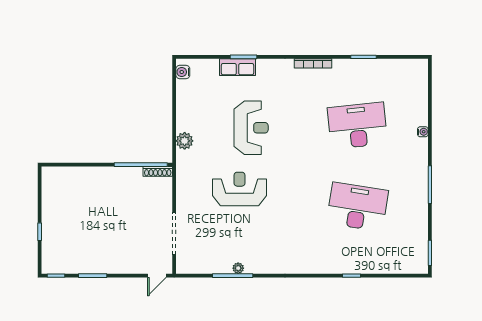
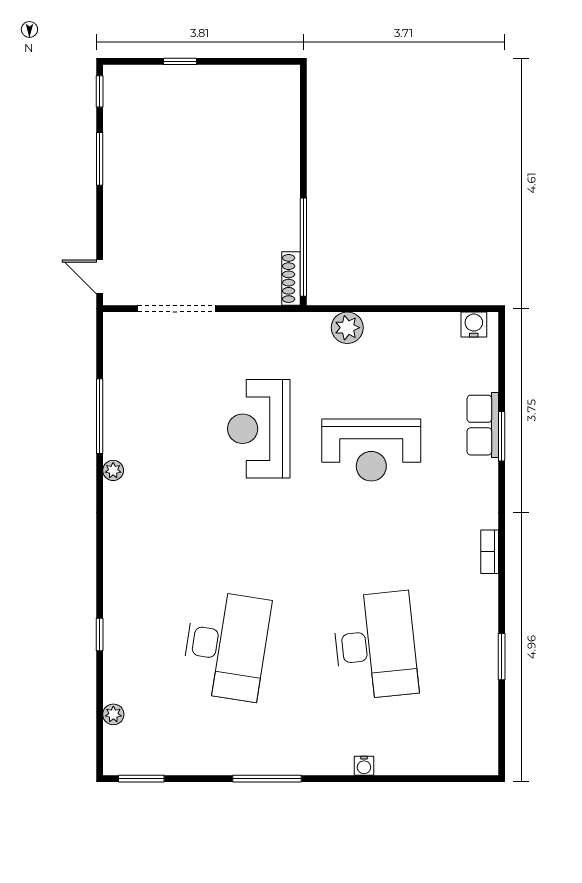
bookcase: (313, 63) -> (490, 552), width x0.64
reception desk: (239, 189) -> (259, 429), turned 180
plant: (238, 268) -> (113, 470), moved
plant: (395, 268) -> (113, 714), added

